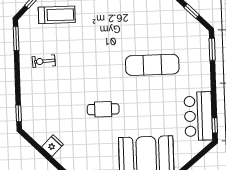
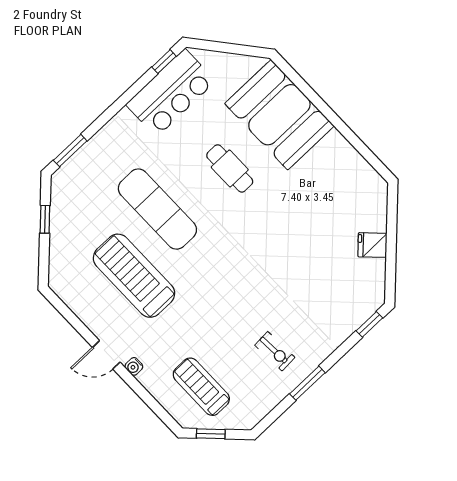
treadmill: (132, 29) -> (134, 276), added
window: (16, 38) -> (307, 383), moved
cafe table: (103, 109) -> (230, 168), moved

